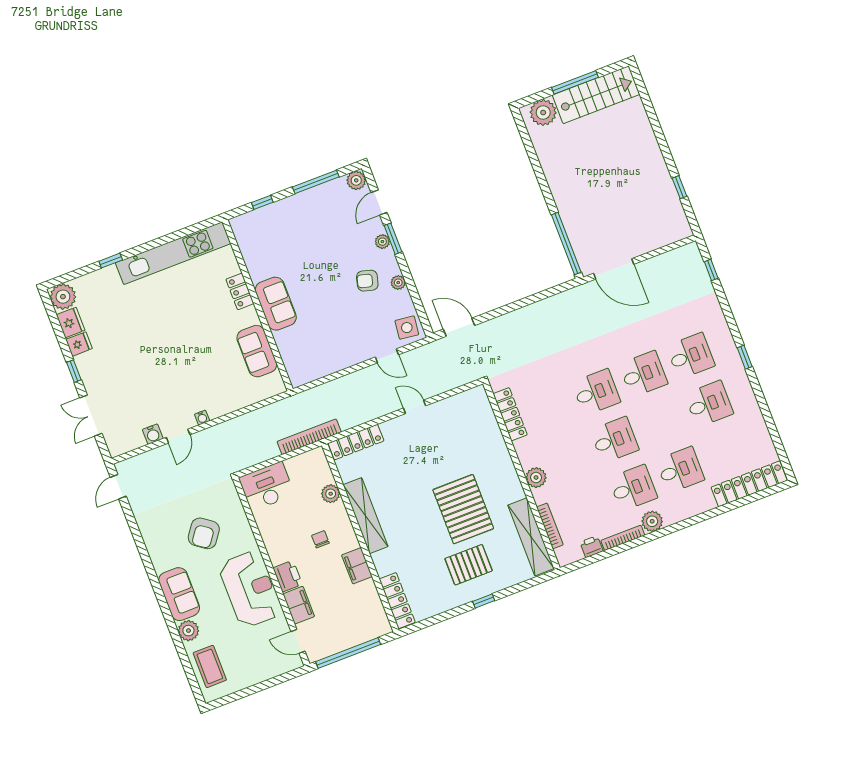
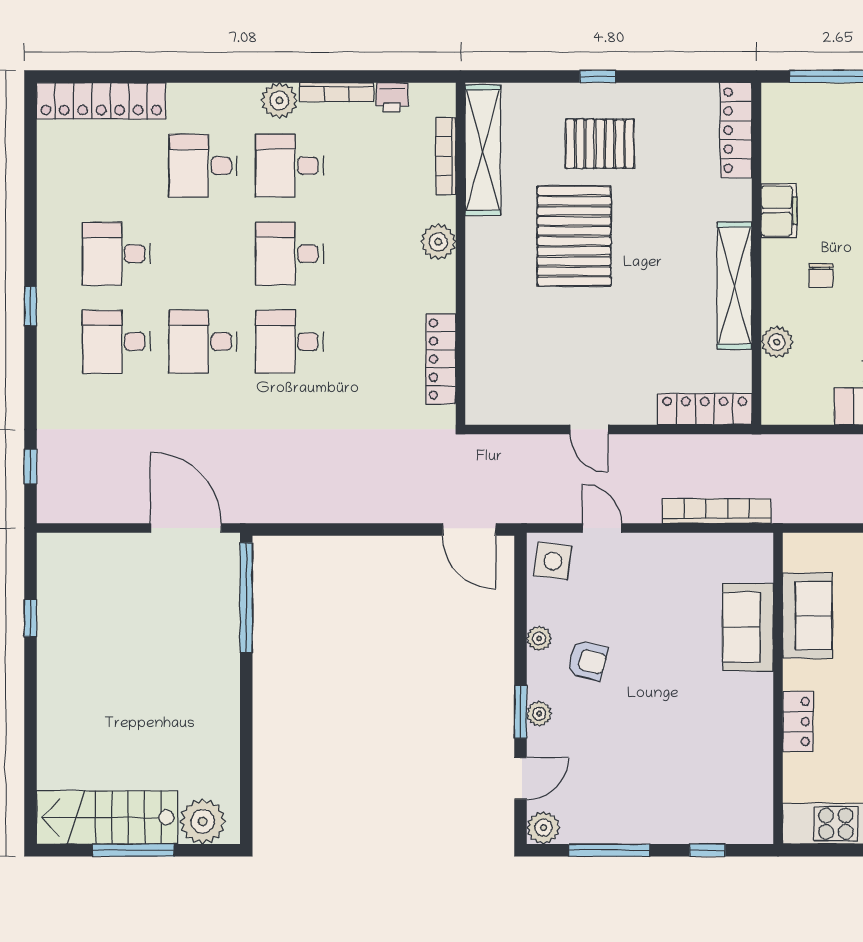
sofa: (276, 304) -> (748, 627), moved
bookcase: (309, 437) -> (717, 511), moved, turned 180

